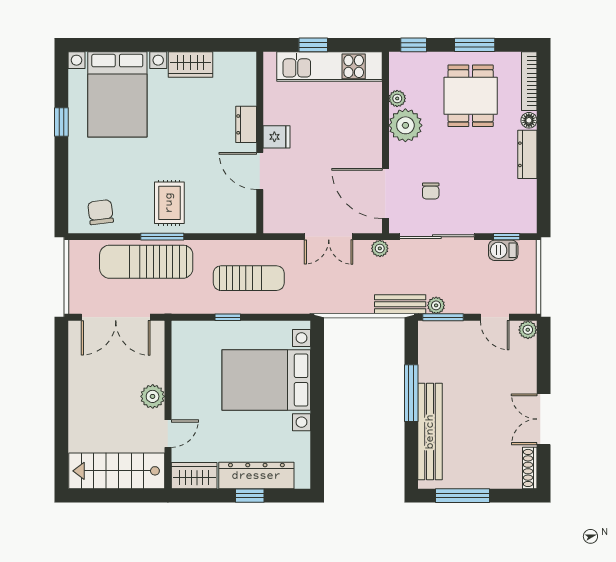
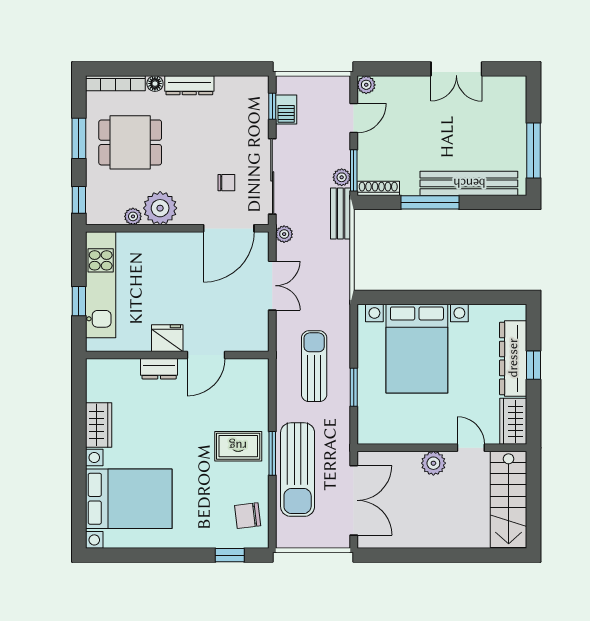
window: (61, 122) -> (230, 555), moved
fridge: (277, 137) -> (167, 338), width x1.38
window: (228, 317) -> (354, 387), width x1.50
shoe rack: (530, 468) -> (378, 188), moved, turned 180

